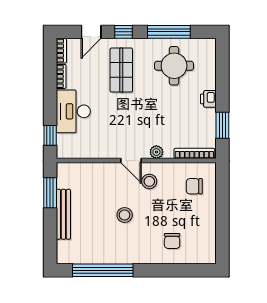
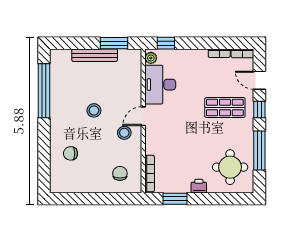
round table: (174, 66) -> (230, 167), moved
desk: (73, 111) -> (160, 85), moved, turned -90
plant: (156, 152) -> (151, 58), moved

